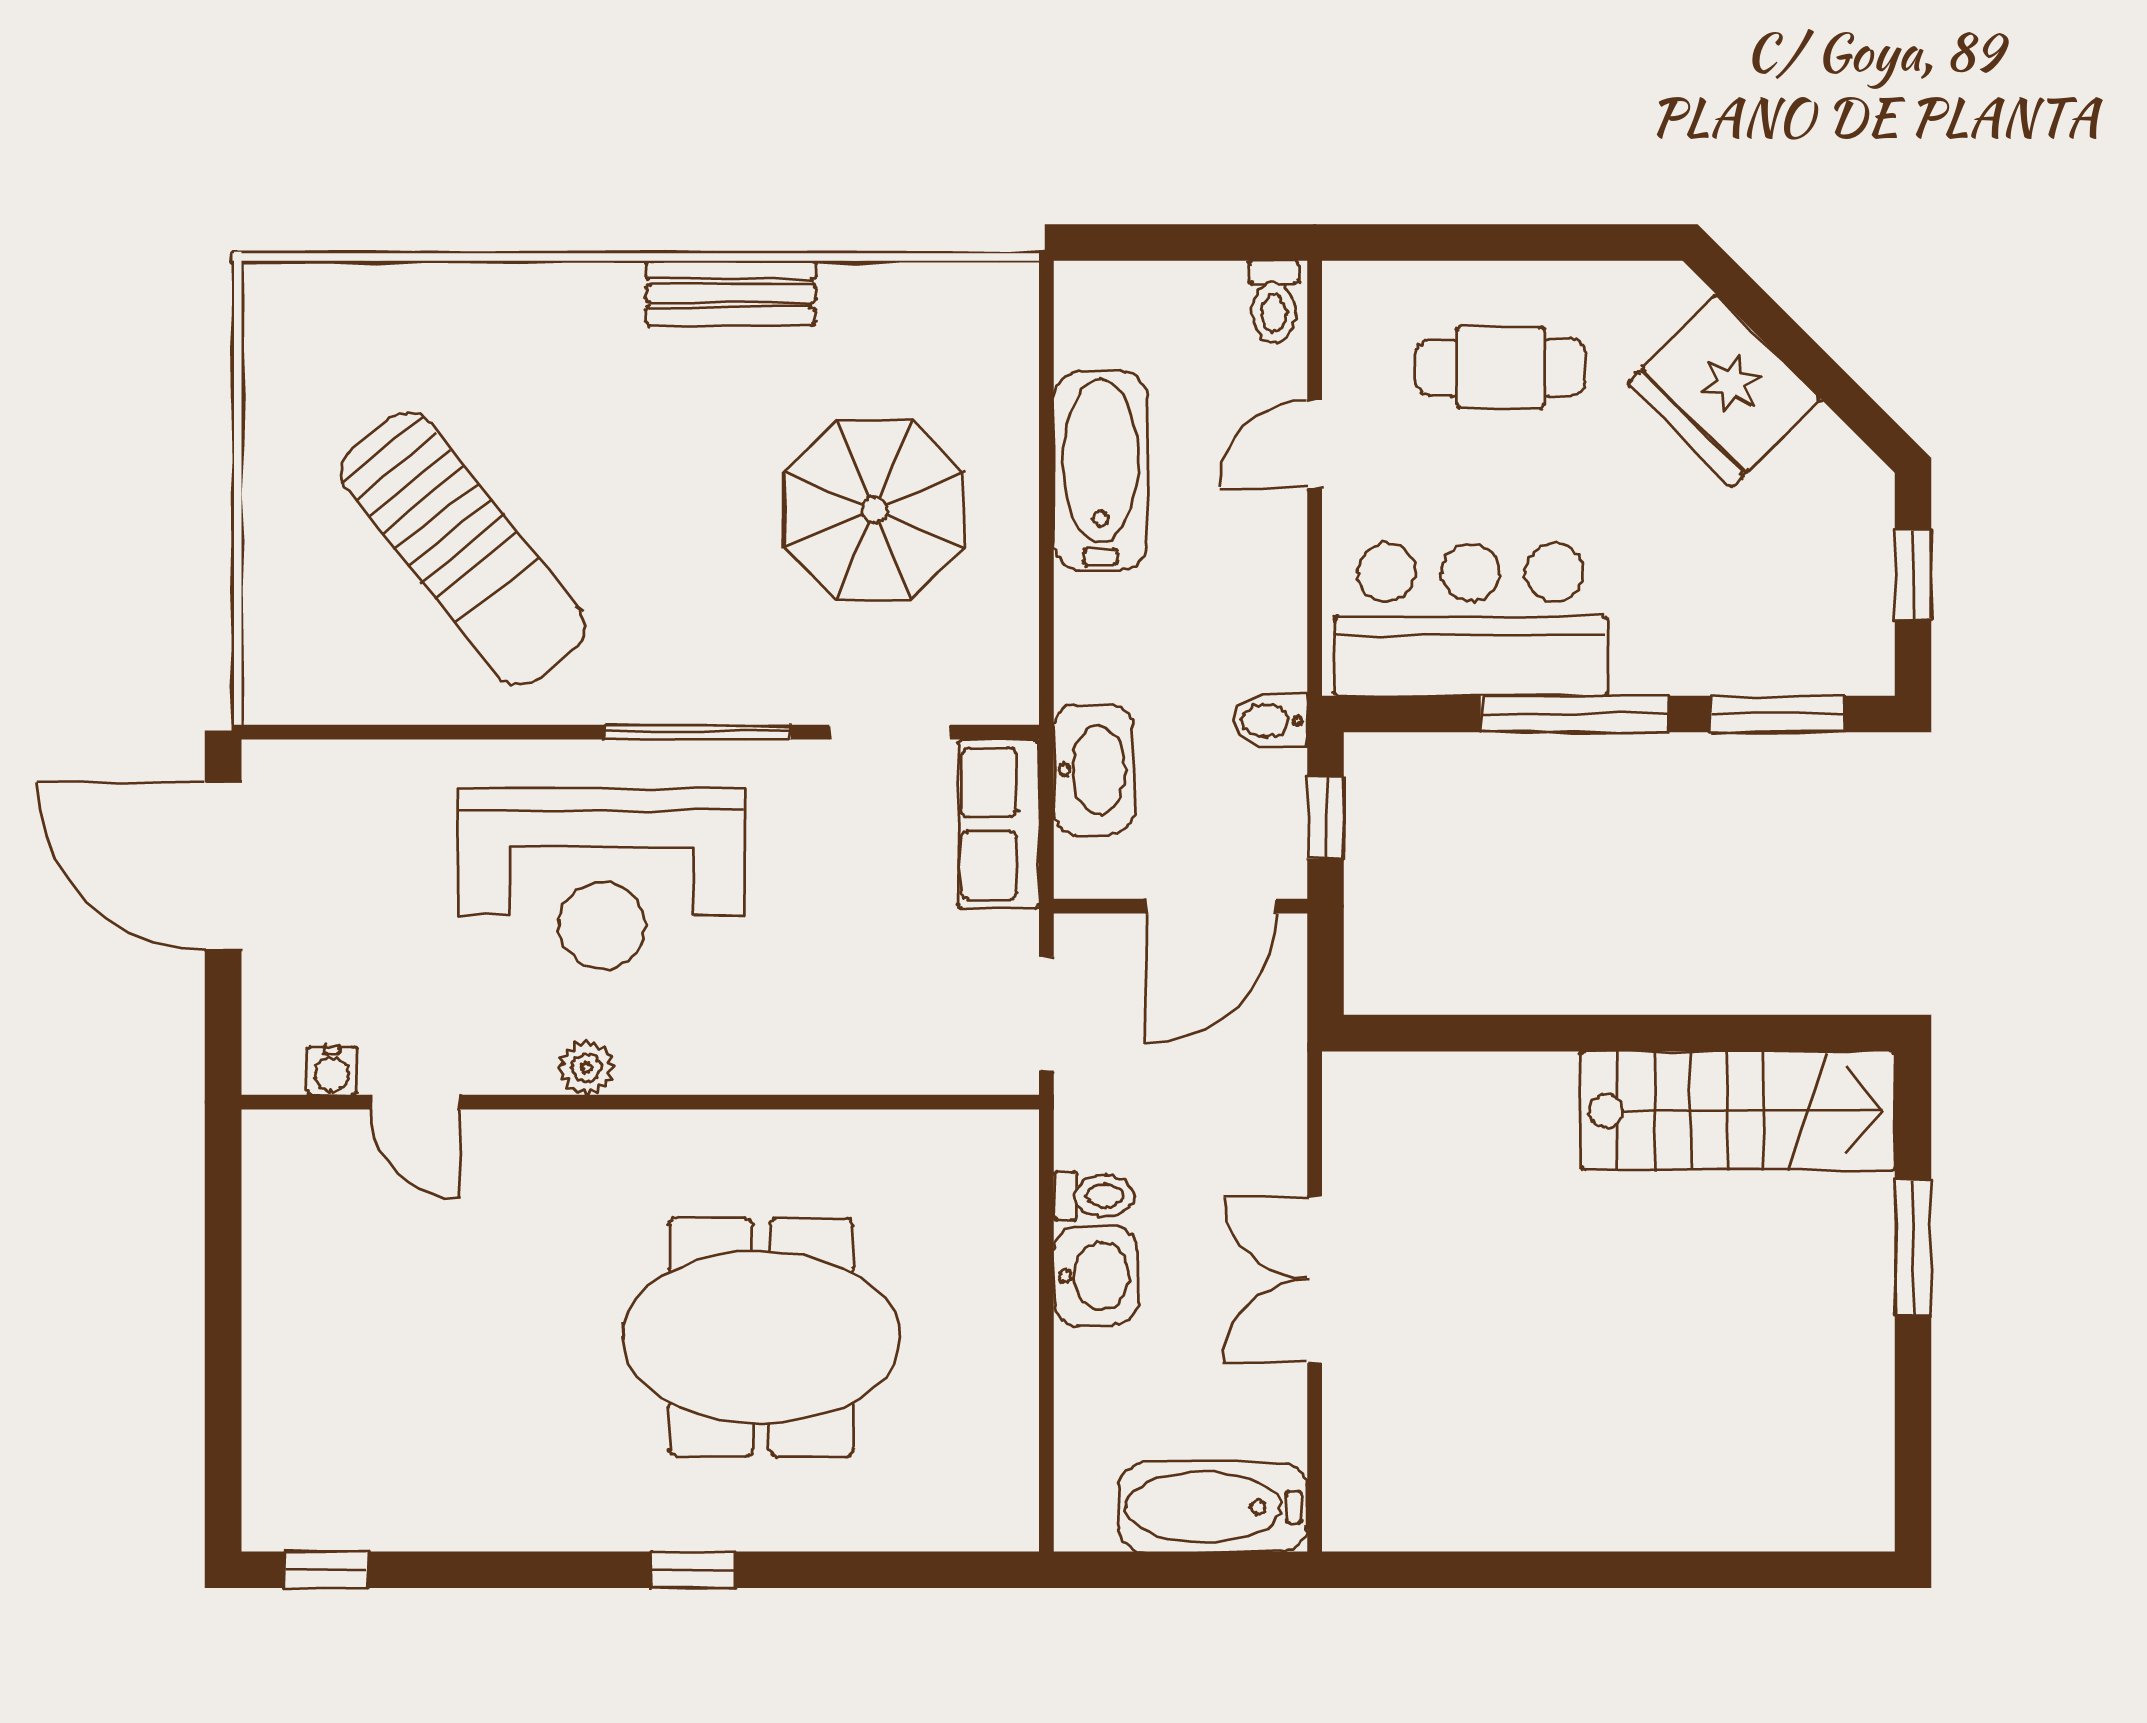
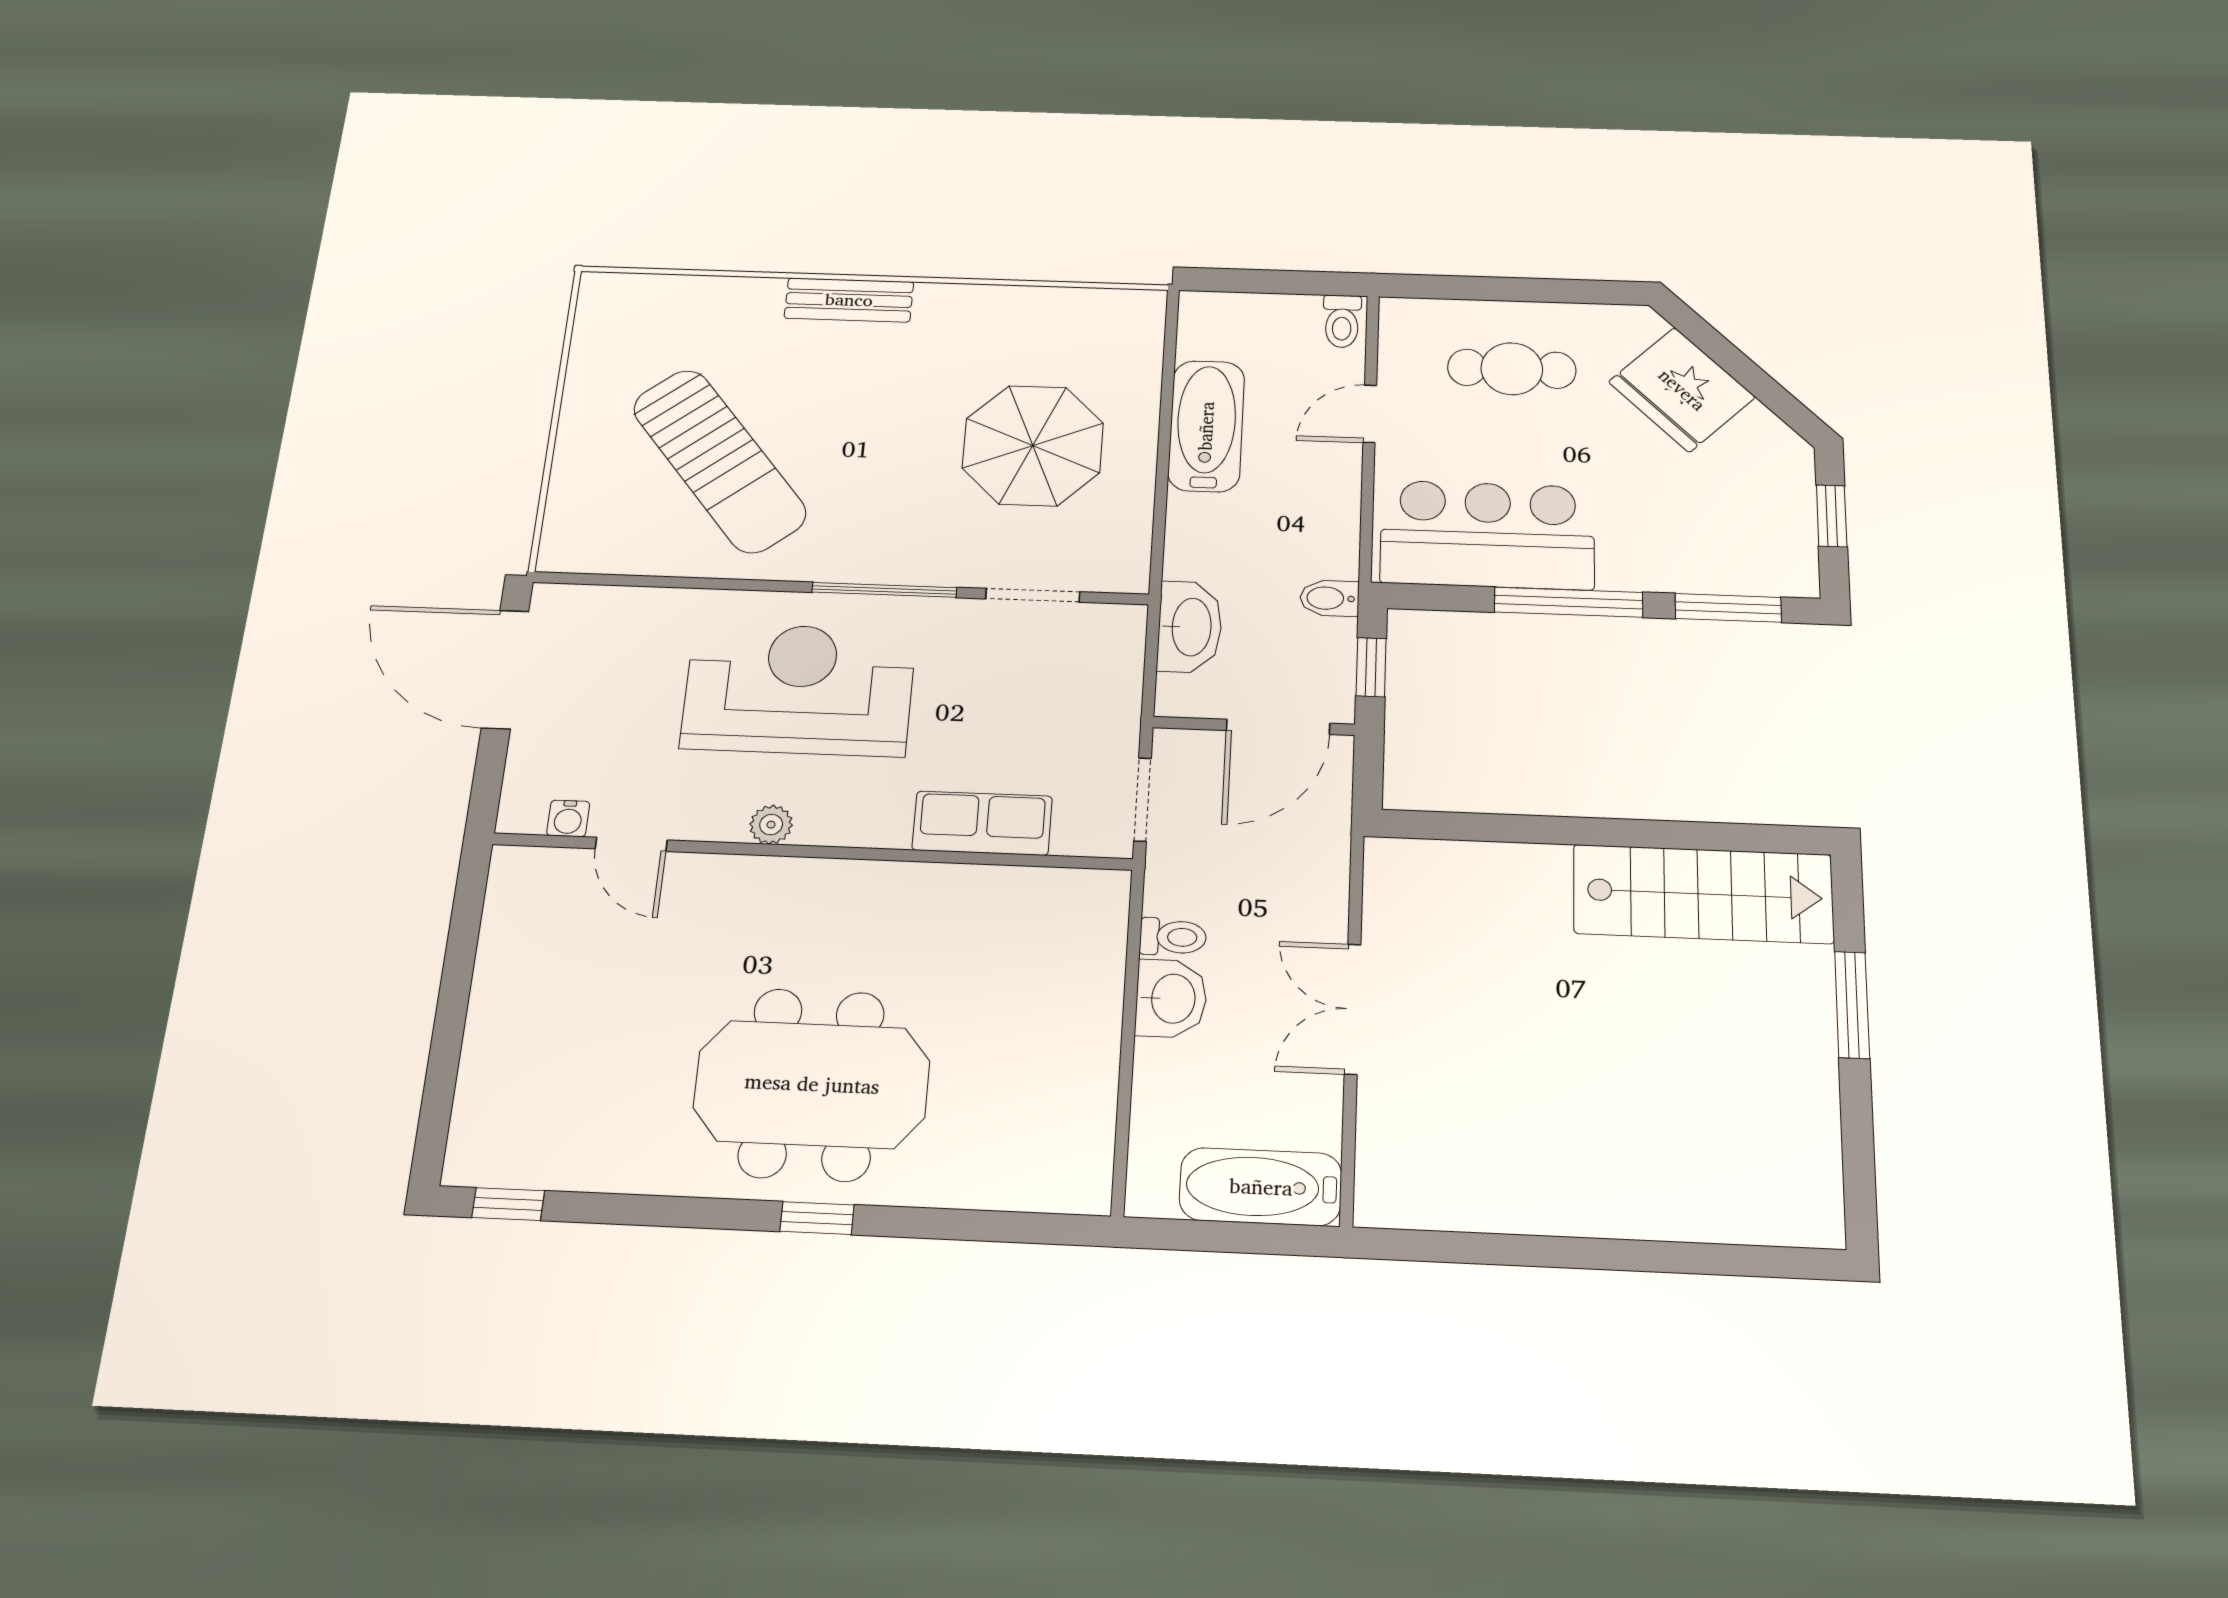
bench: (731, 293) -> (849, 300), moved
row of seats: (999, 824) -> (982, 823), moved, turned 90
reception desk: (602, 879) -> (799, 689), turned 180
meeting table: (761, 1337) -> (812, 1084), moved

